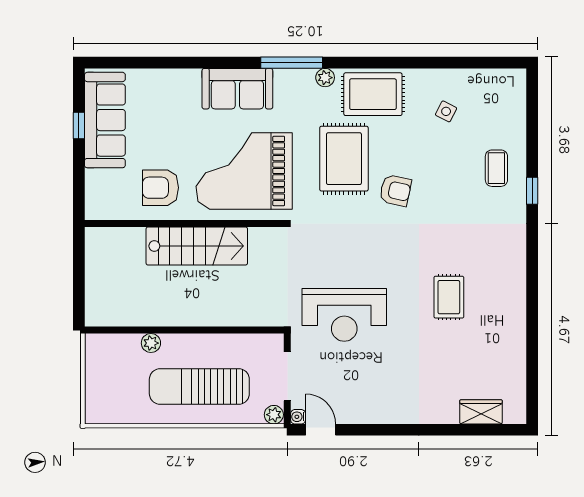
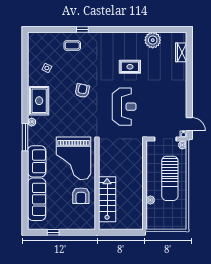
sofa: (105, 120) -> (37, 199), moved, turned 90
rug: (344, 159) -> (68, 114), removed
stairs: (197, 246) -> (107, 199), moved
reception desk: (344, 315) -> (124, 107), moved
plant: (508, 348) -> (153, 40), added
door: (321, 430) -> (189, 124), swing flipped

